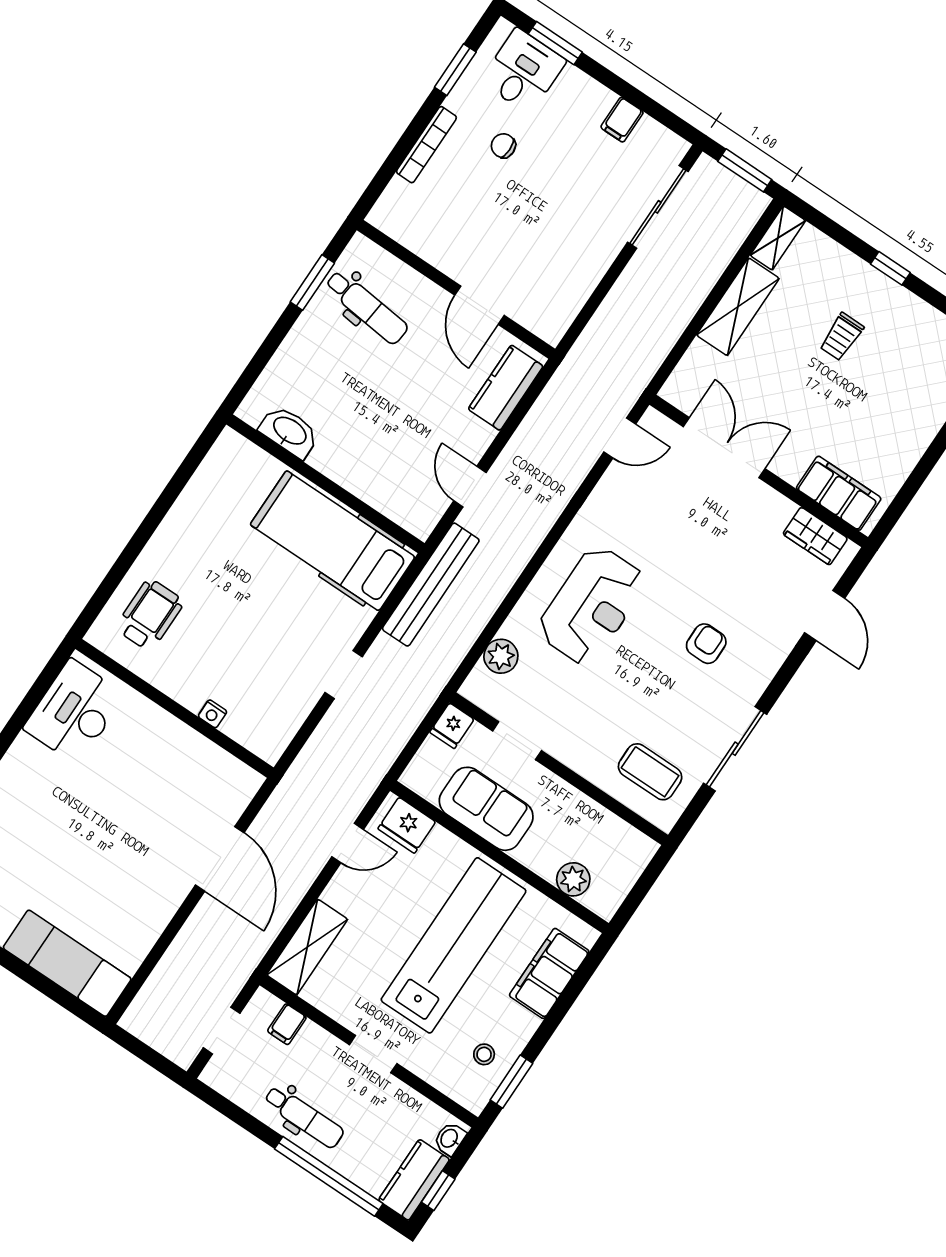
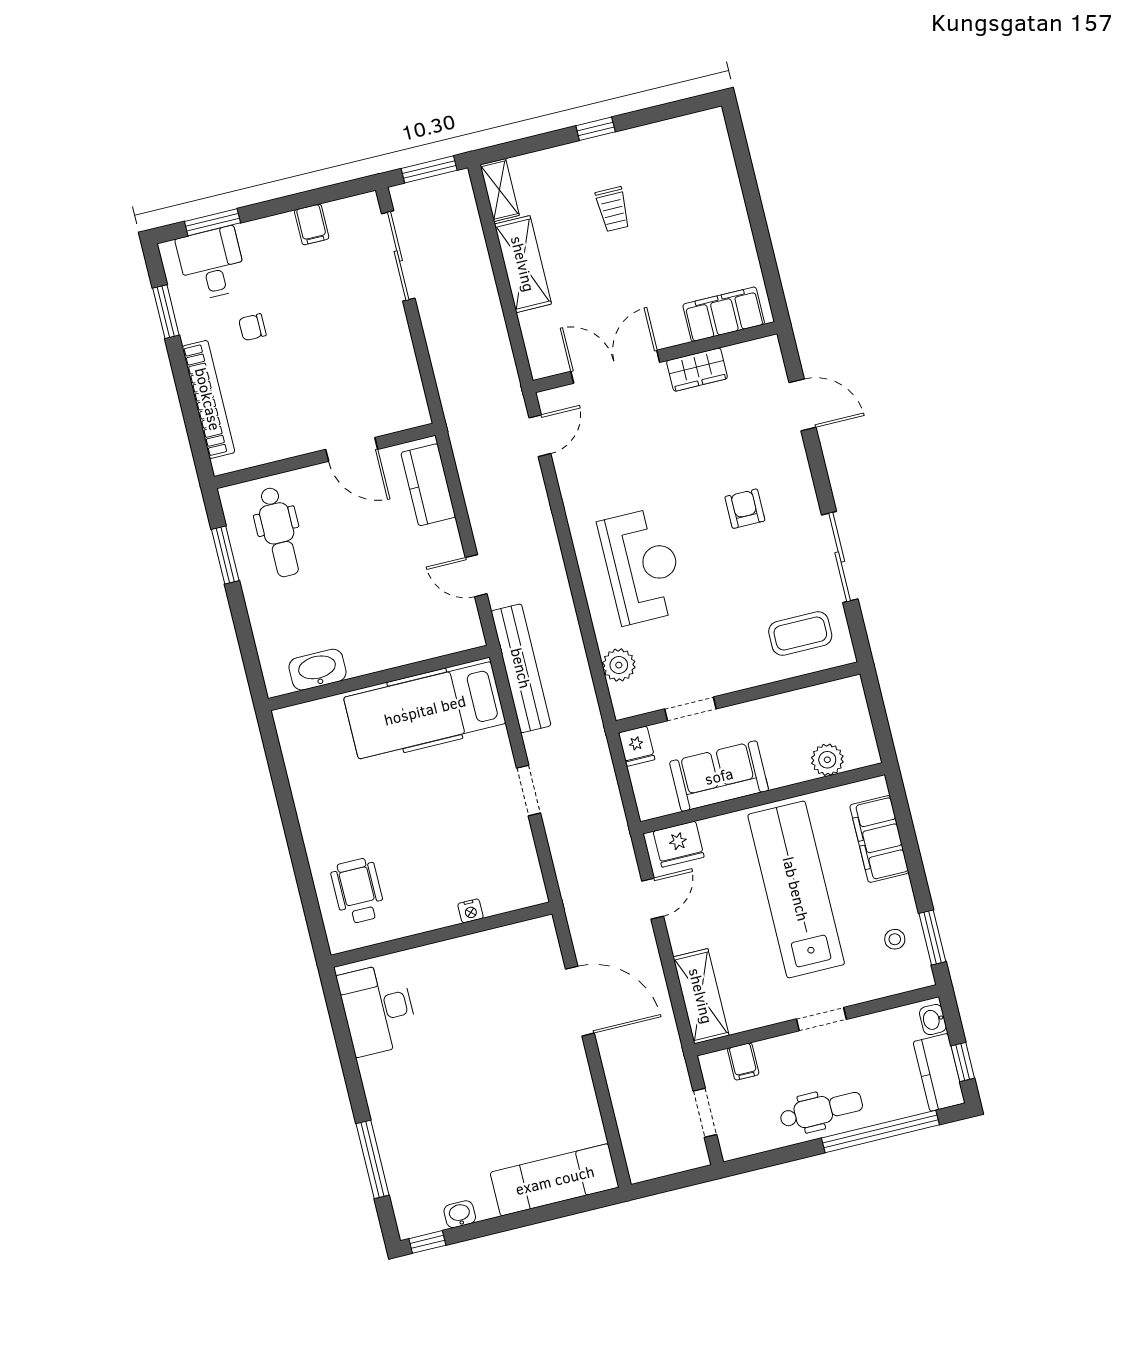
bookcase: (426, 145) -> (208, 399), width x1.48, depth x1.31
dental chair: (367, 307) -> (279, 532), turned 84
wardrobe: (815, 536) -> (697, 370), moved

